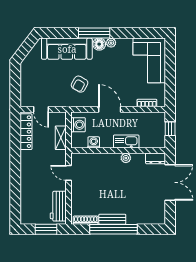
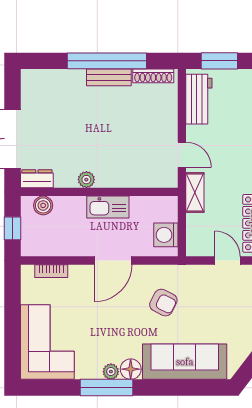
window: (94, 33) -> (106, 388), moved
armchair: (80, 84) -> (163, 303), turned 88
door: (110, 109) -> (113, 261), hinge flipped
shelving: (61, 138) -> (195, 192), moved
kitchen sink: (126, 141) -> (108, 207), moved
washing machine: (94, 142) -> (140, 205), removed
boiler: (152, 142) -> (43, 205), added

